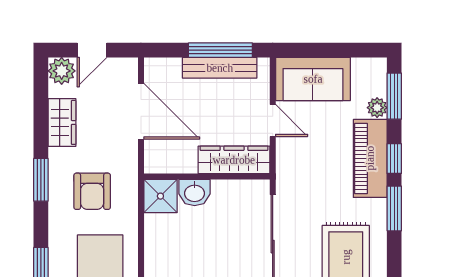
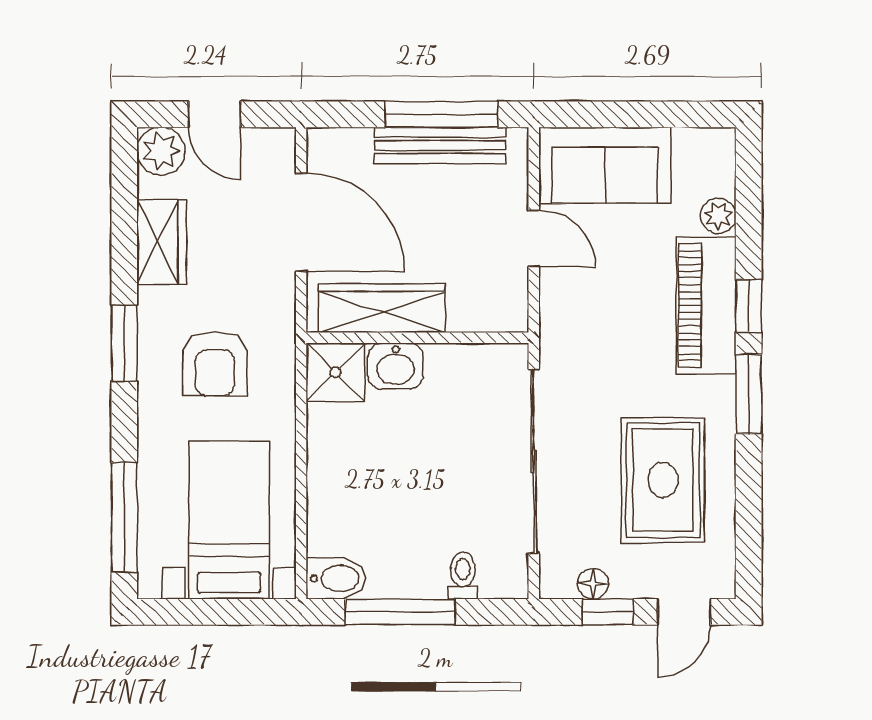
door: (92, 50) -> (215, 114), hinge flipped
window: (394, 96) -> (749, 195), removed
wardrobe: (234, 160) -> (382, 308), moved

